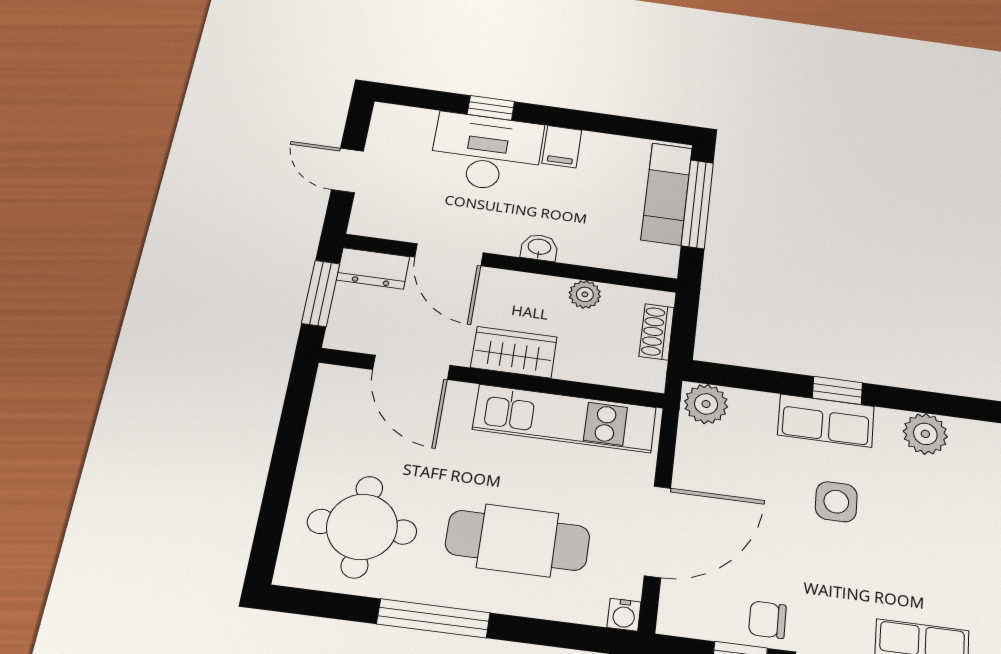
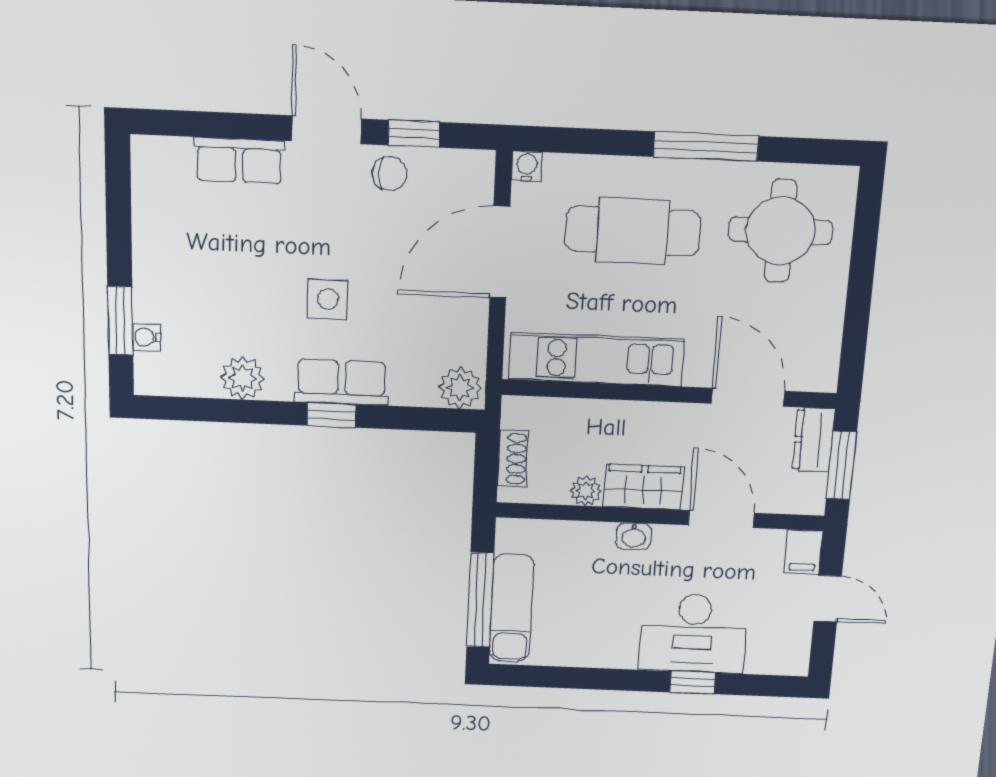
filing cabinet: (562, 147) -> (803, 552), moved, turned 180
dresser: (373, 268) -> (813, 440), moved, turned -90
wardrobe: (514, 352) -> (644, 487), moved, turned 180

